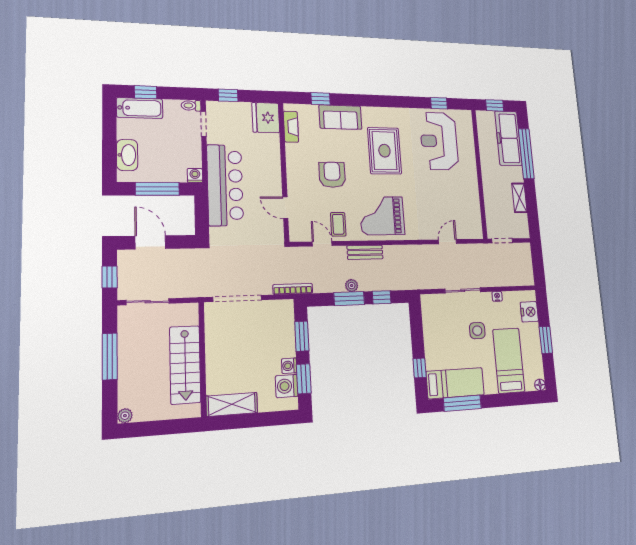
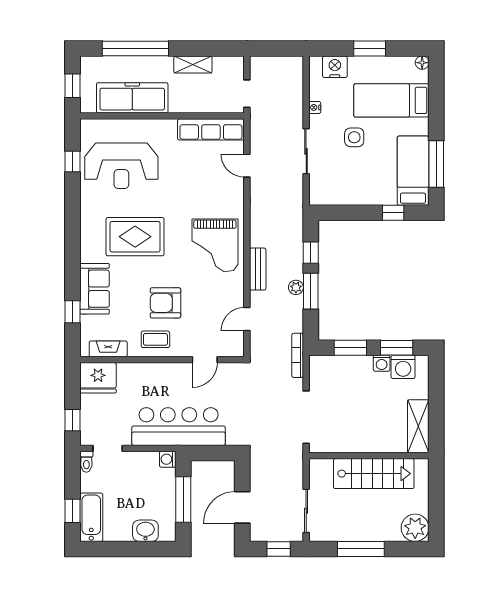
freezer: (508, 138) -> (132, 98), moved, turned 180
washbasin: (127, 155) -> (145, 531), width x0.72
row of seats: (473, 212) -> (211, 129), added
coffee table: (338, 224) -> (155, 339), moved
plant: (125, 416) -> (415, 528), width x1.88, depth x1.88

